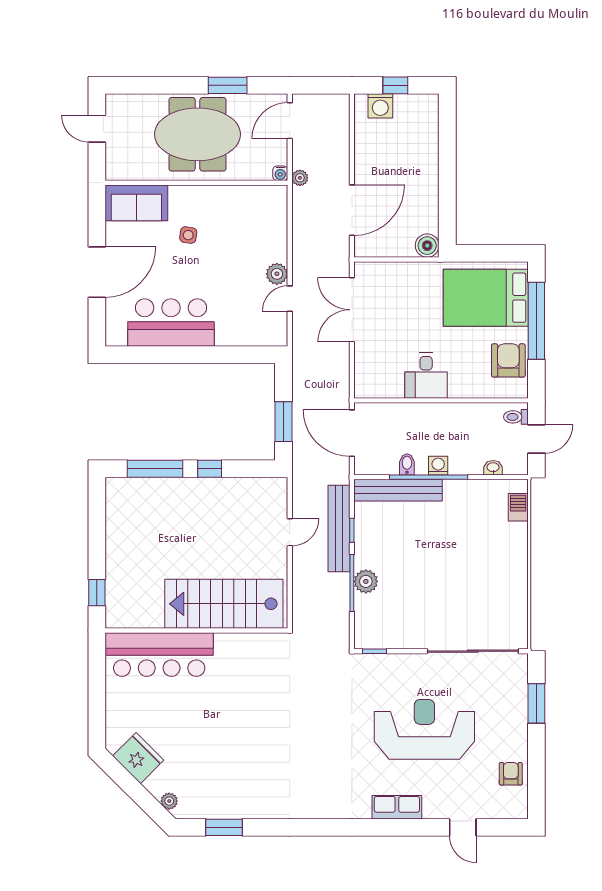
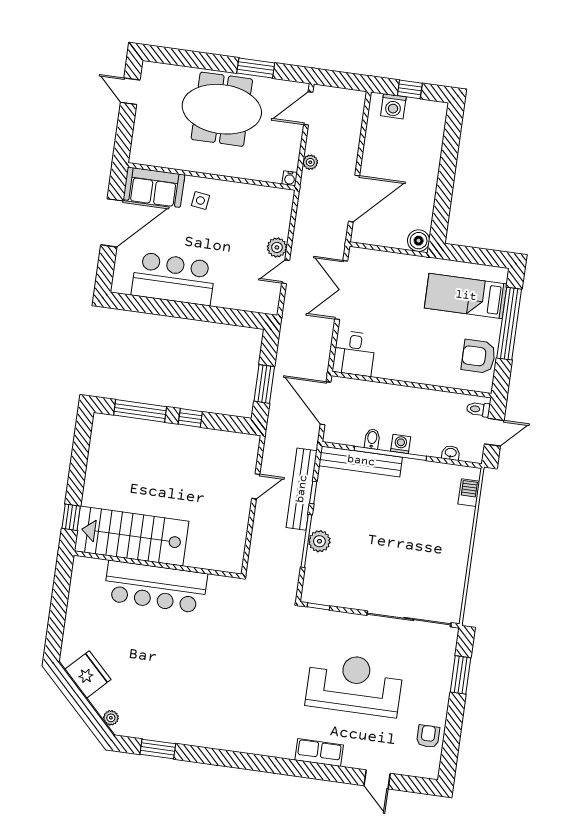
water cooler: (280, 173) -> (290, 178), moved
wall: (196, 183) -> (212, 176), moved
sofa: (136, 203) -> (154, 187), moved
bed: (486, 298) -> (466, 296), width x0.67
armchair: (508, 360) -> (478, 356), turned -90
desk: (426, 376) -> (354, 353), moved
stairs: (224, 604) -> (131, 536), moved
bar counter: (159, 655) -> (155, 587), moved

